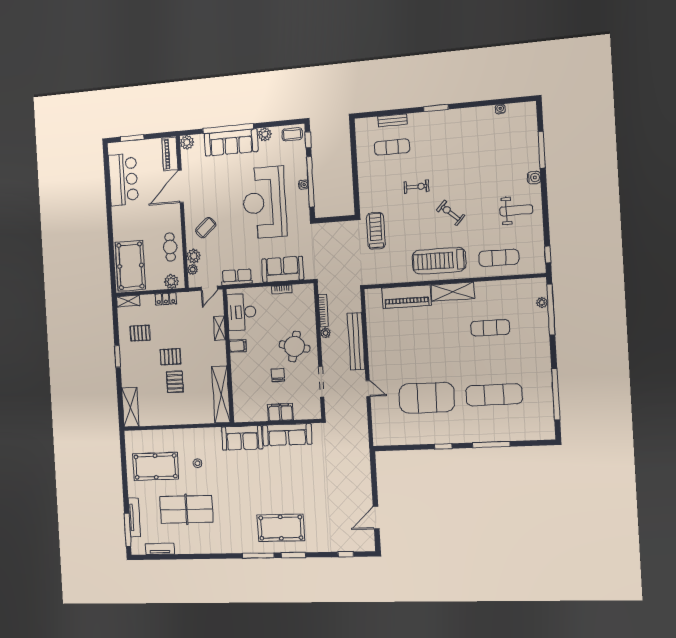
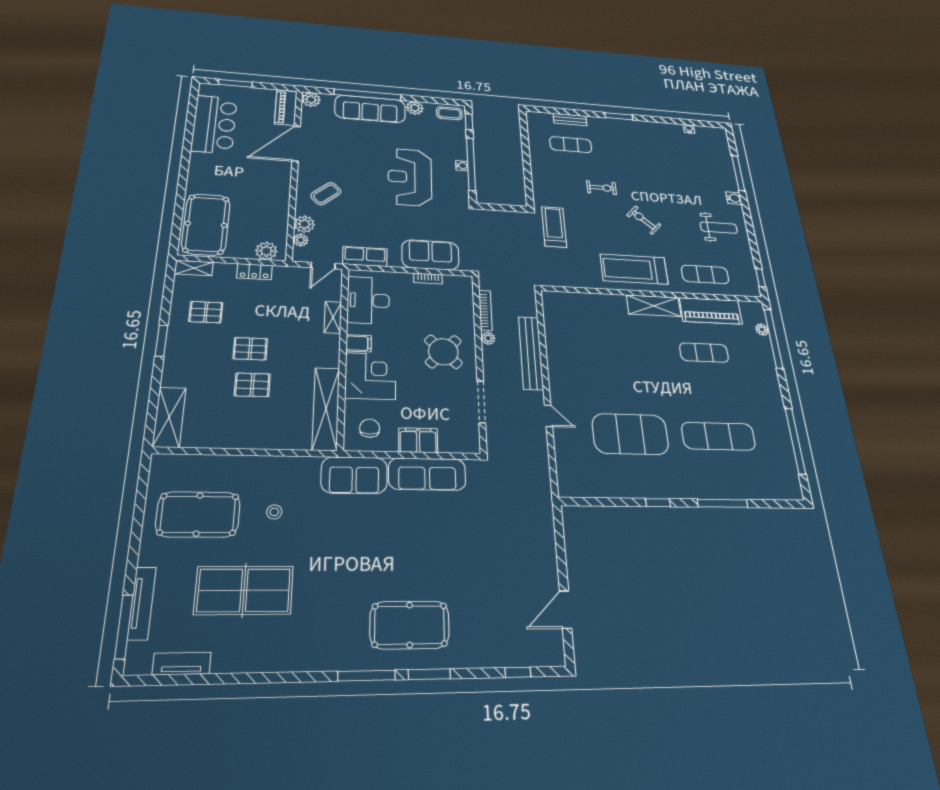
reception desk: (264, 202) -> (410, 177), width x0.74, depth x0.77
cafe table: (170, 247) -> (271, 209), removed
piano: (407, 297) -> (711, 311), moved
round table: (294, 347) -> (443, 352), turned 31
corner desk: (247, 369) -> (370, 376), added
chair: (278, 375) -> (370, 428), moved
pallet: (175, 382) -> (252, 385), turned 90

